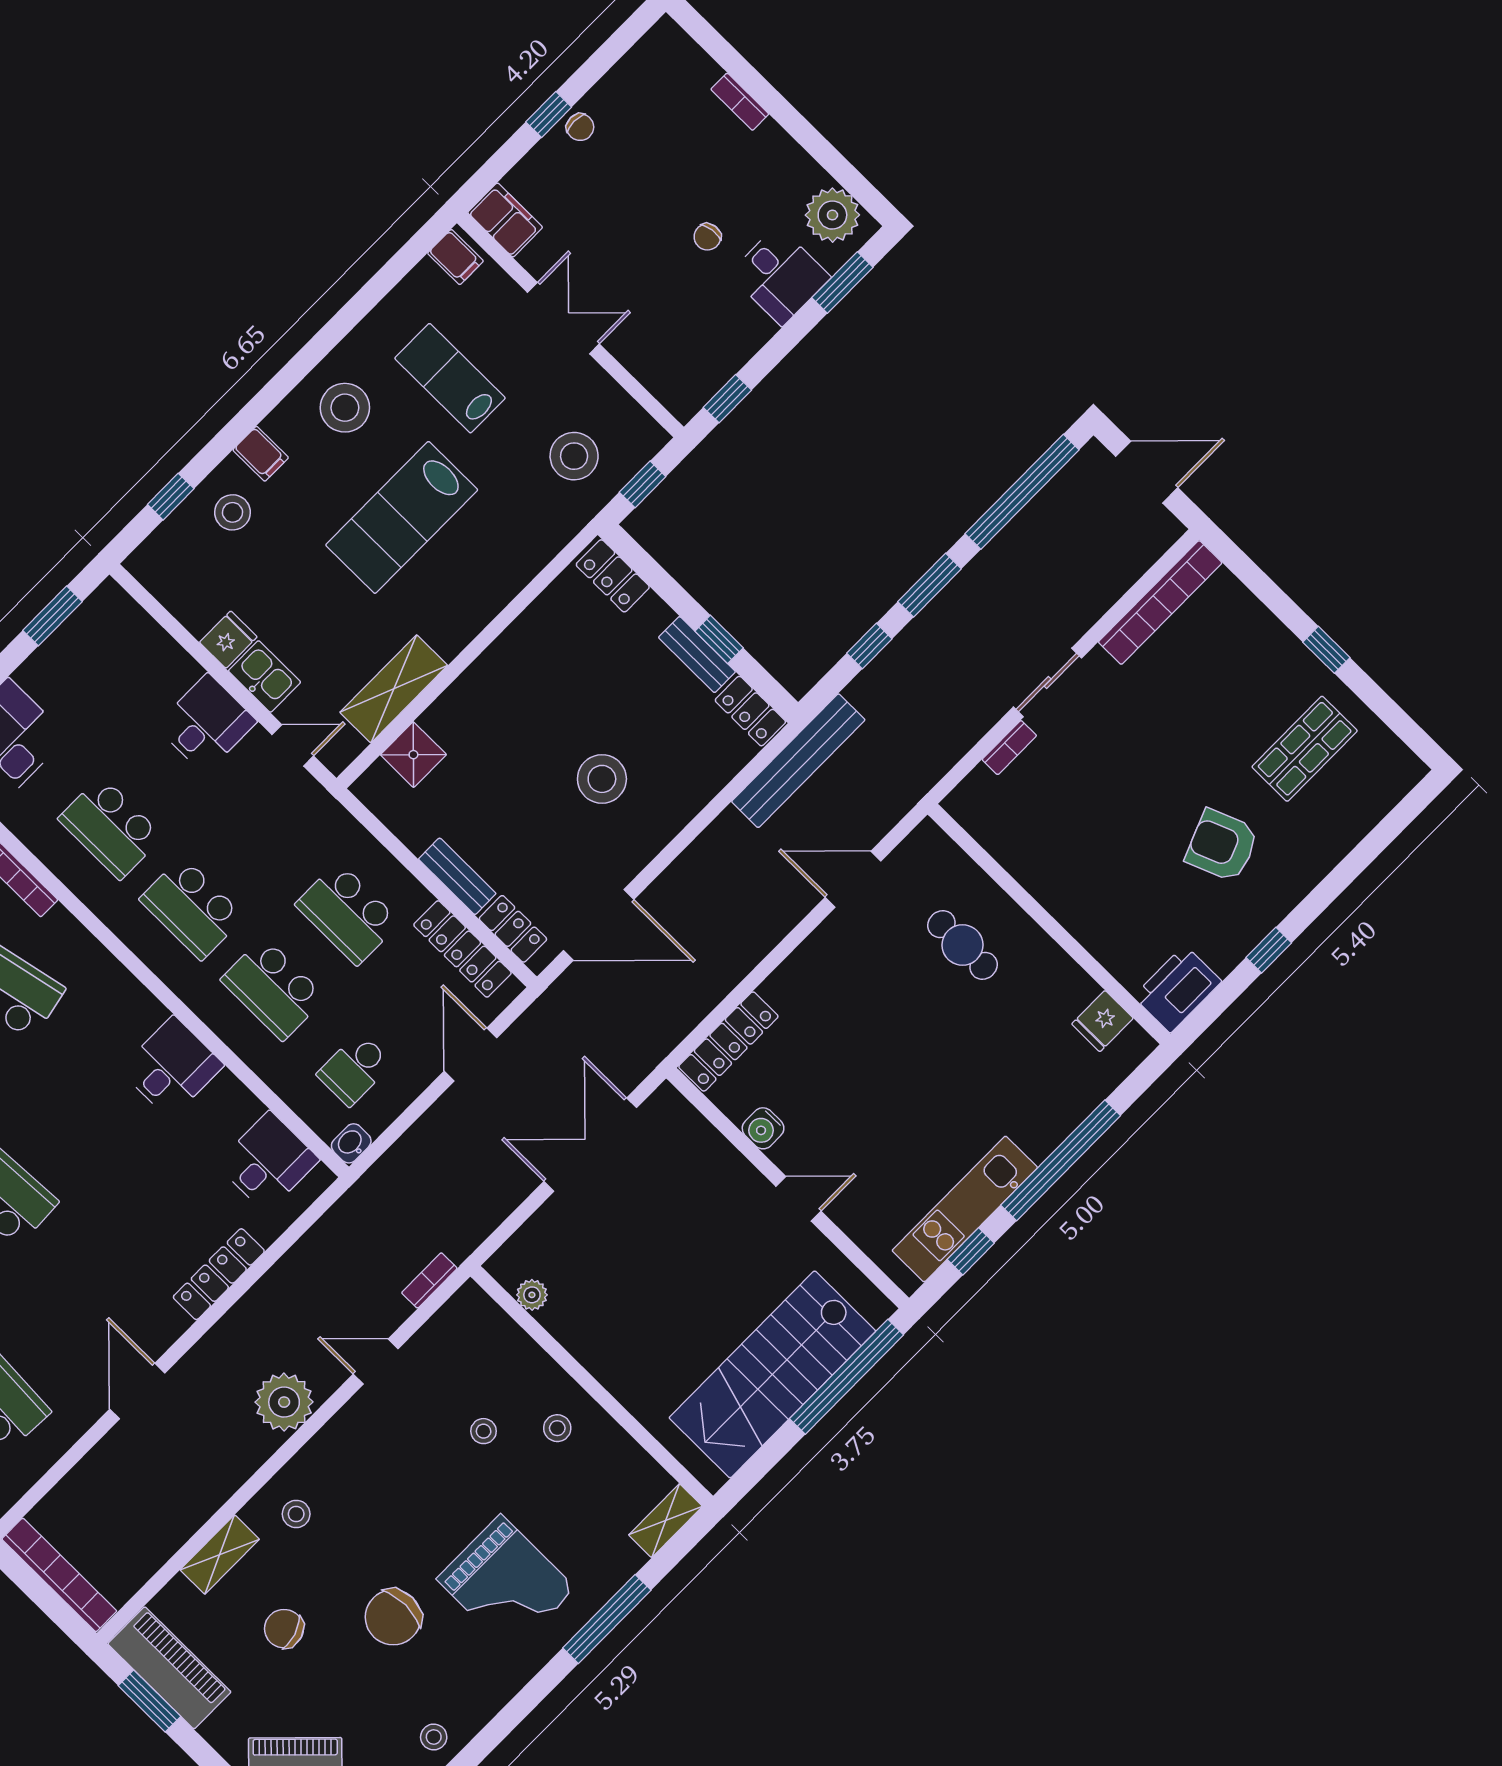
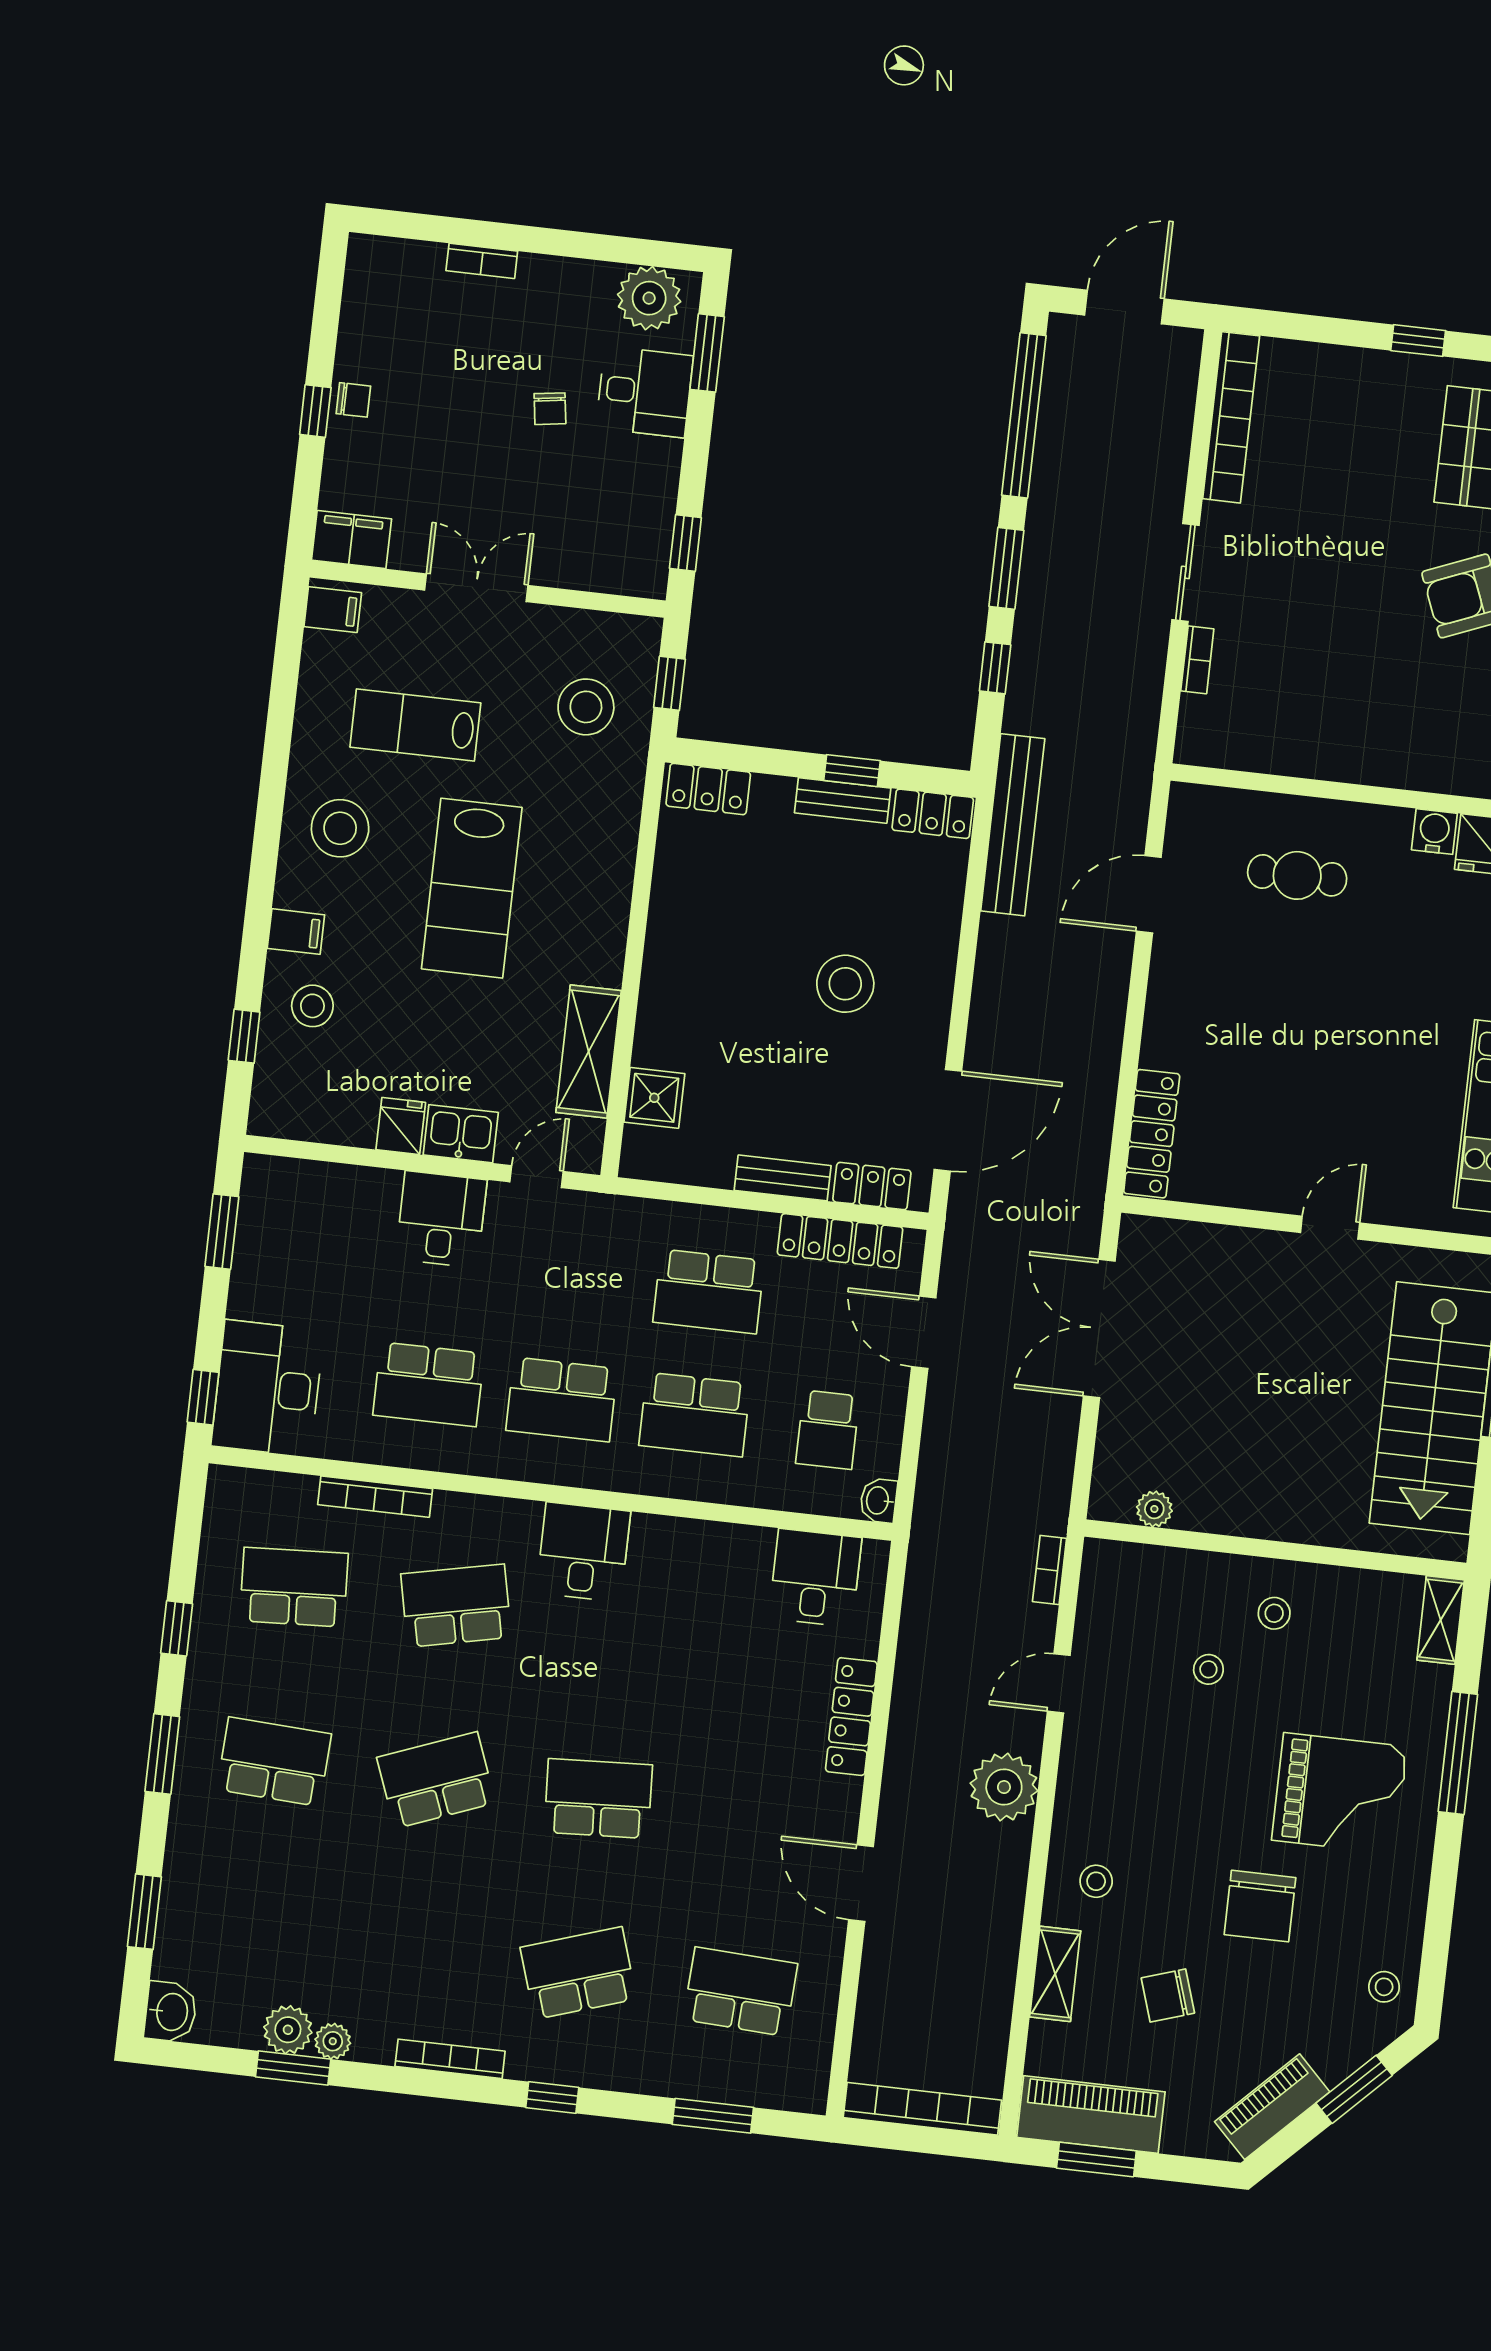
desk: (172, 1067) -> (583, 1552), moved
water cooler: (763, 1128) -> (1434, 832), moved, turned 180

